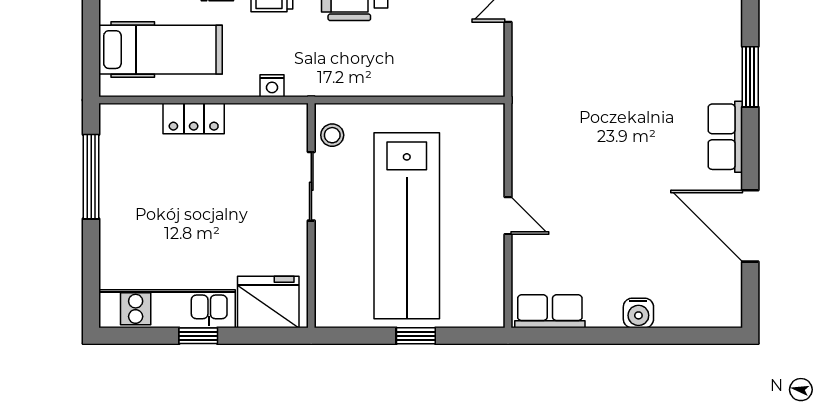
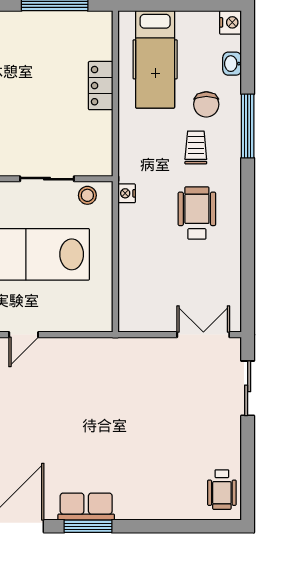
window: (750, 77) -> (88, 526), moved
nightstand: (272, 86) -> (127, 193), moved

